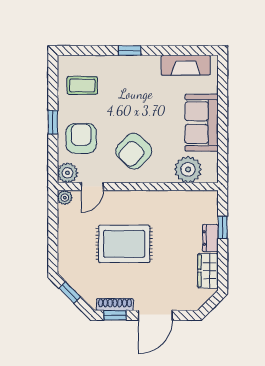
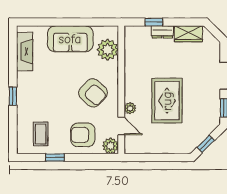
window: (53, 122) -> (55, 157), moved
plant: (65, 198) -> (130, 108), moved
shoe rack: (115, 305) -> (215, 108), removed

